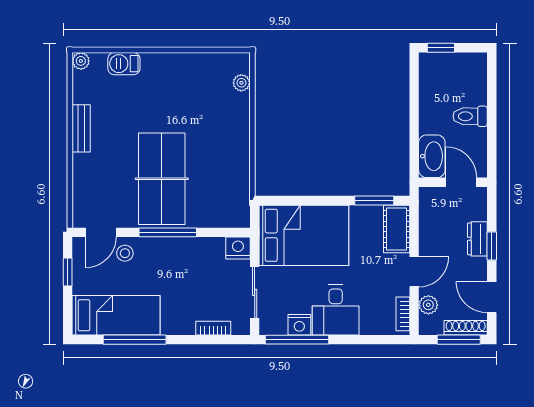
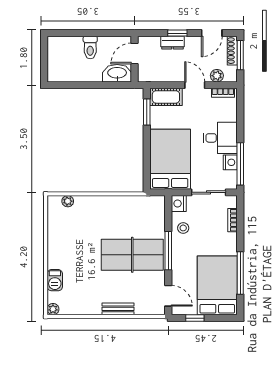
window: (441, 48) -> (44, 67), removed
bench: (81, 128) -> (118, 309), moved
stool: (125, 253) -> (183, 228), moved
bed: (116, 315) -> (217, 285), width x1.50

